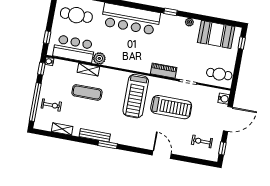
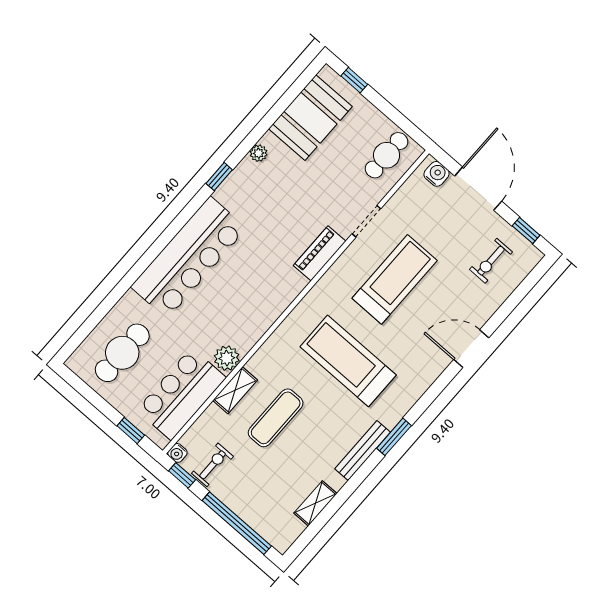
treadmill: (136, 96) -> (348, 361), moved, turned 180
exercise bike: (51, 105) -> (213, 465), moved

